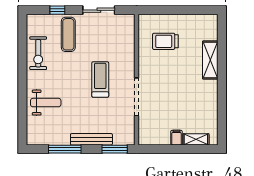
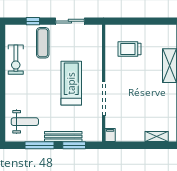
treadmill: (100, 79) -> (71, 83), width x1.37, depth x1.37
weight bench: (46, 103) -> (25, 122), moved
filing cabinet: (176, 138) -> (110, 135), moved
window: (115, 149) -> (74, 145), moved

